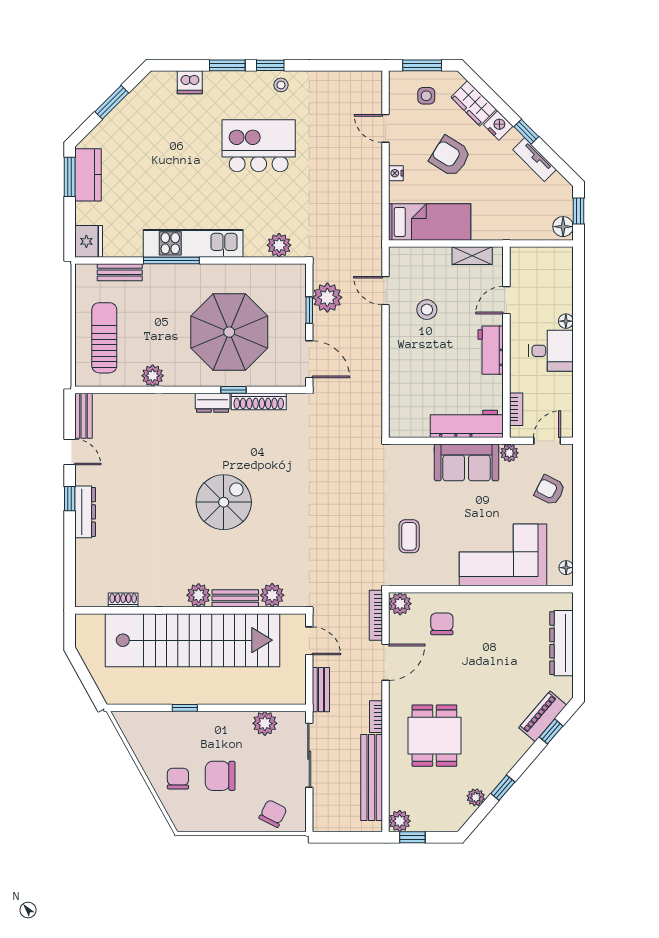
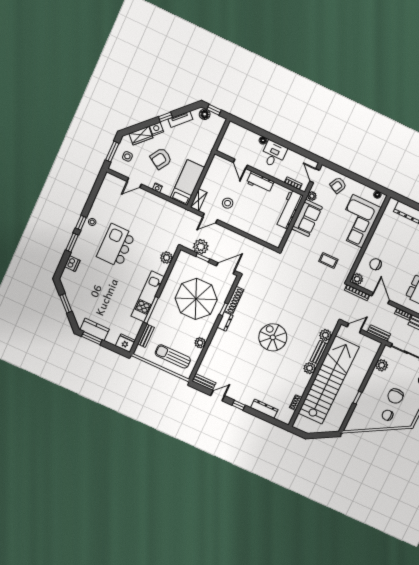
floor lamp: (563, 227) -> (205, 114), moved
shelving: (472, 256) -> (199, 200), moved
dresser: (85, 512) -> (264, 409), moved

